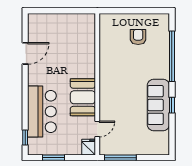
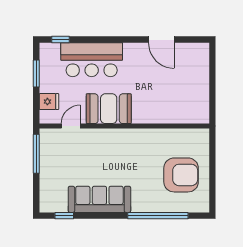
armchair: (138, 37) -> (181, 175), width x1.88, depth x1.88
window: (172, 105) -> (64, 216), moved
door: (97, 129) -> (71, 126), swing flipped
fridge: (89, 147) -> (49, 102), moved

